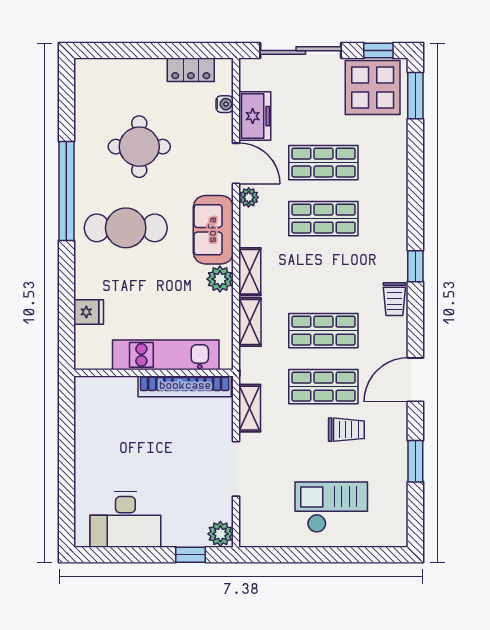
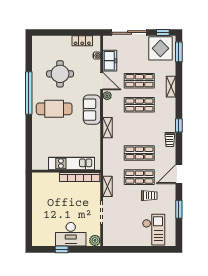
plant: (220, 279) -> (95, 131), removed
fridge: (89, 312) -> (38, 145), removed
shelving: (250, 322) -> (171, 87), moved
checkout: (331, 507) -> (154, 230), moved, turned 90
desk: (125, 520) -> (71, 234), moved
window: (191, 555) -> (62, 249), moved

